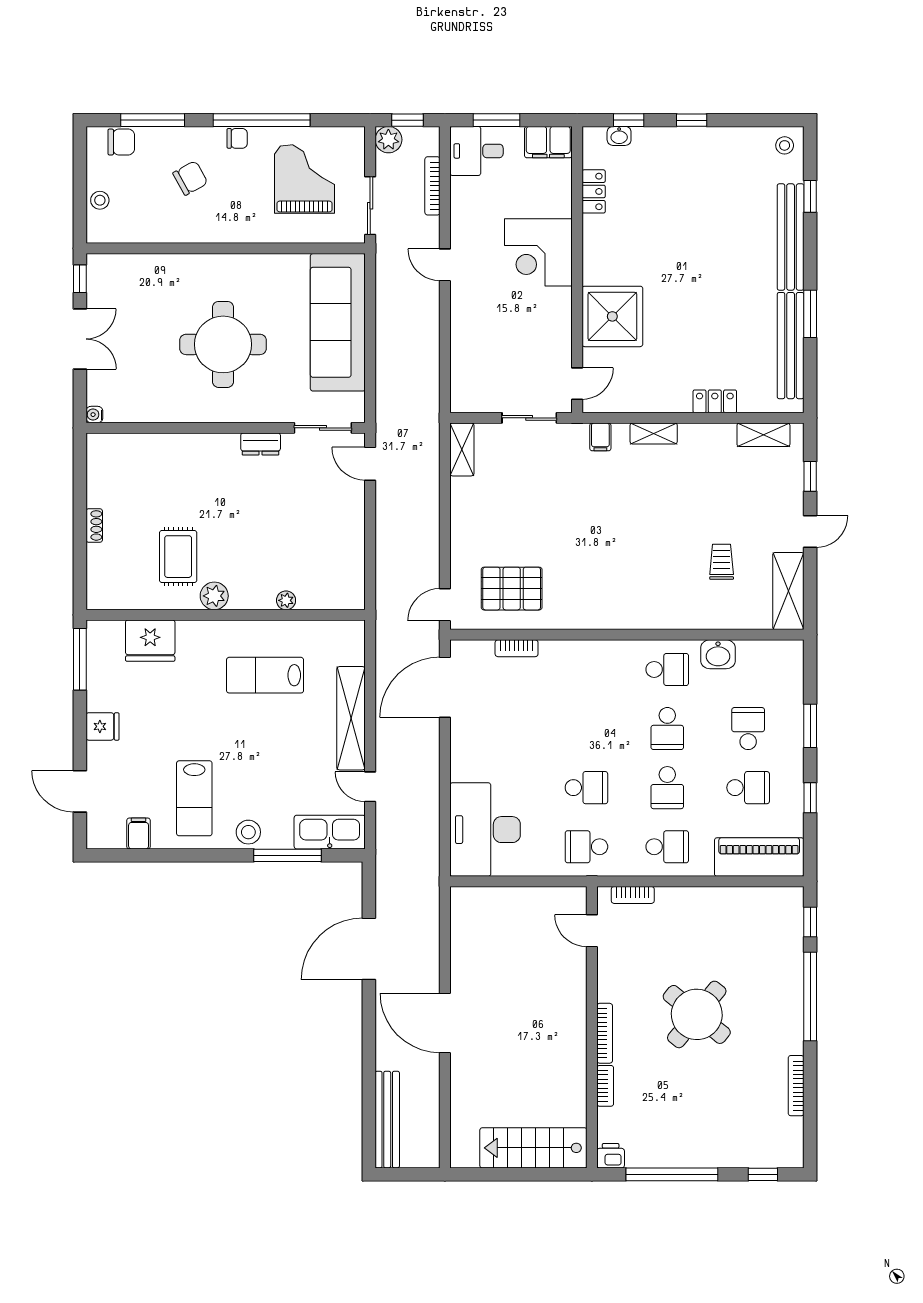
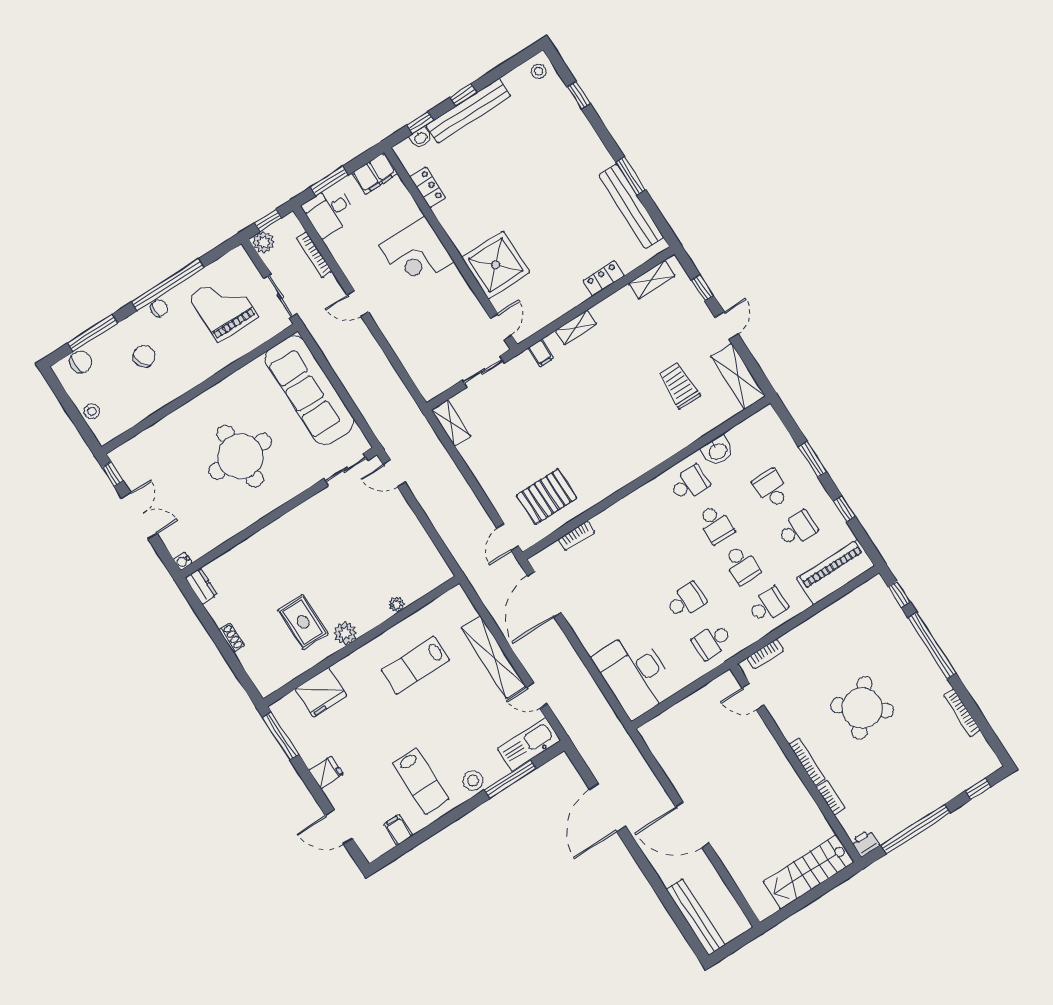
bench: (791, 237) -> (468, 111), moved, turned 90
dresser: (261, 444) -> (201, 586), moved, turned -90
trolley: (722, 562) -> (679, 386), width x1.36, depth x1.39

